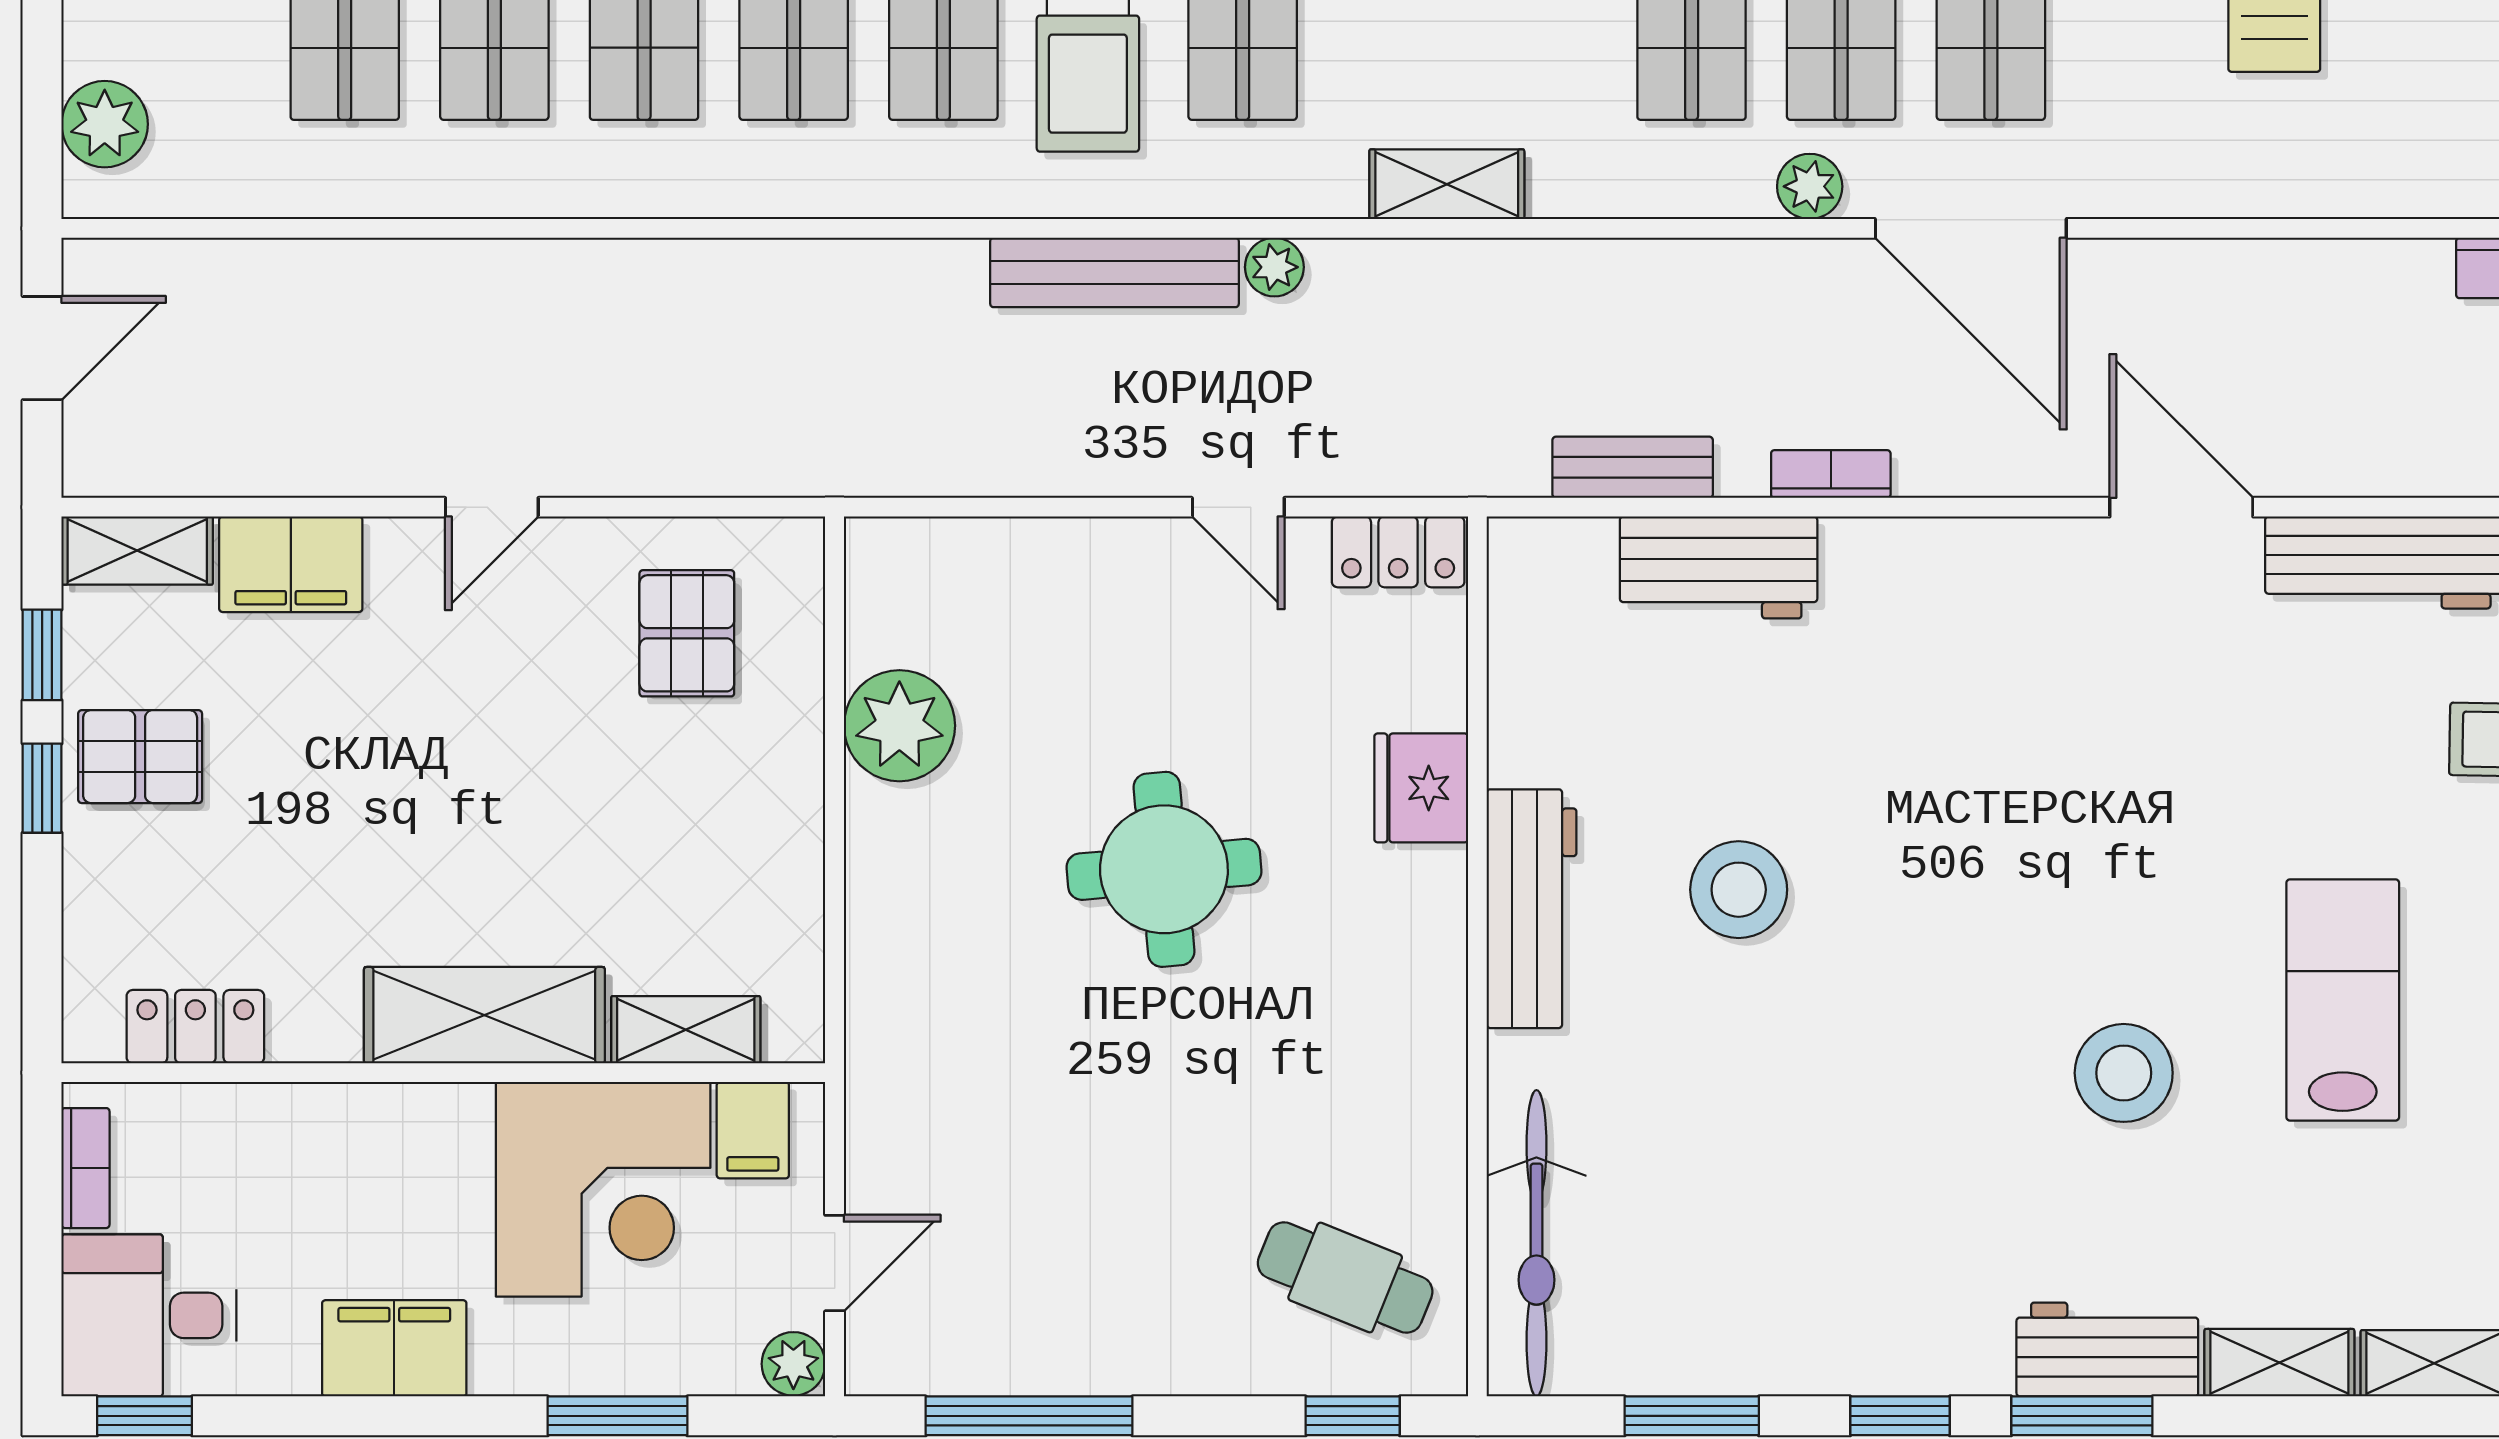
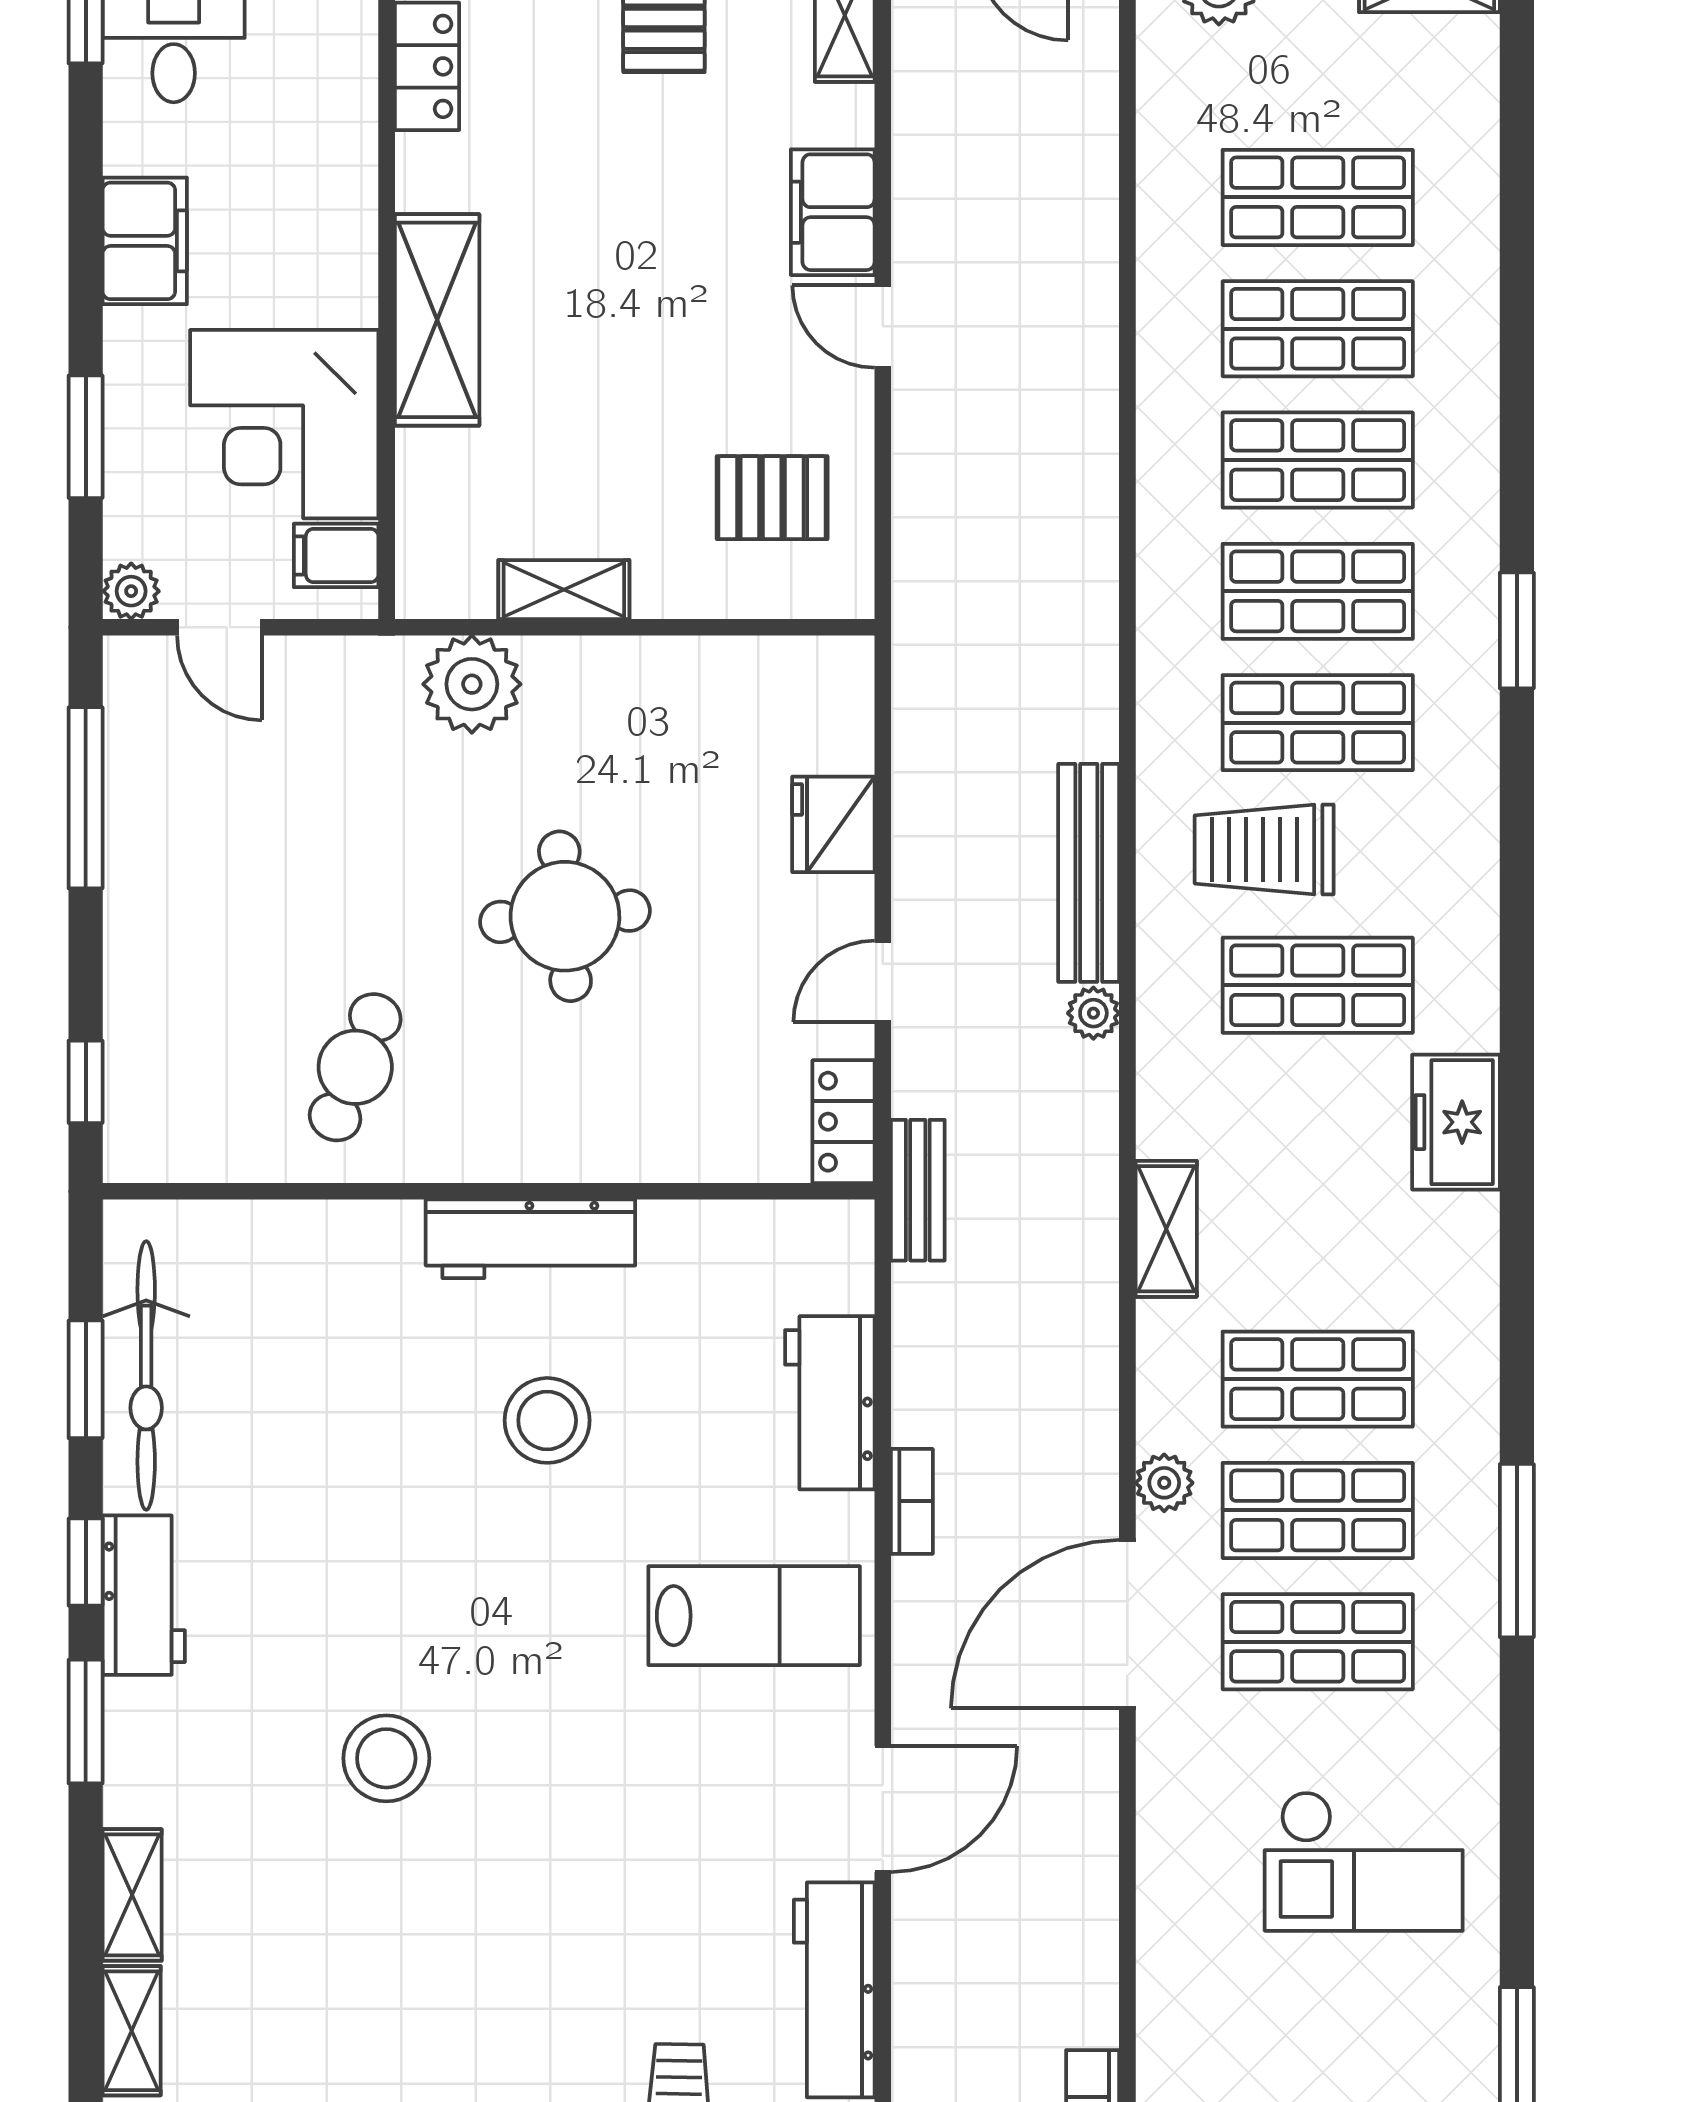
shelving: (1447, 184) -> (1166, 1229), moved
bench: (1633, 467) -> (918, 1190), moved
filing cabinet: (291, 564) -> (833, 212), moved
plant: (899, 726) -> (472, 684), moved
fridge: (1421, 788) -> (833, 824), moved, turned -90
lab bench: (2343, 1000) -> (754, 1616), moved
shelving: (686, 1030) -> (564, 590), moved, turned 90
bicycle: (1536, 1243) -> (146, 1376), moved, turned -90
cafe table: (1345, 1278) -> (355, 1067), moved
workbench: (2107, 1349) -> (144, 1595), moved

